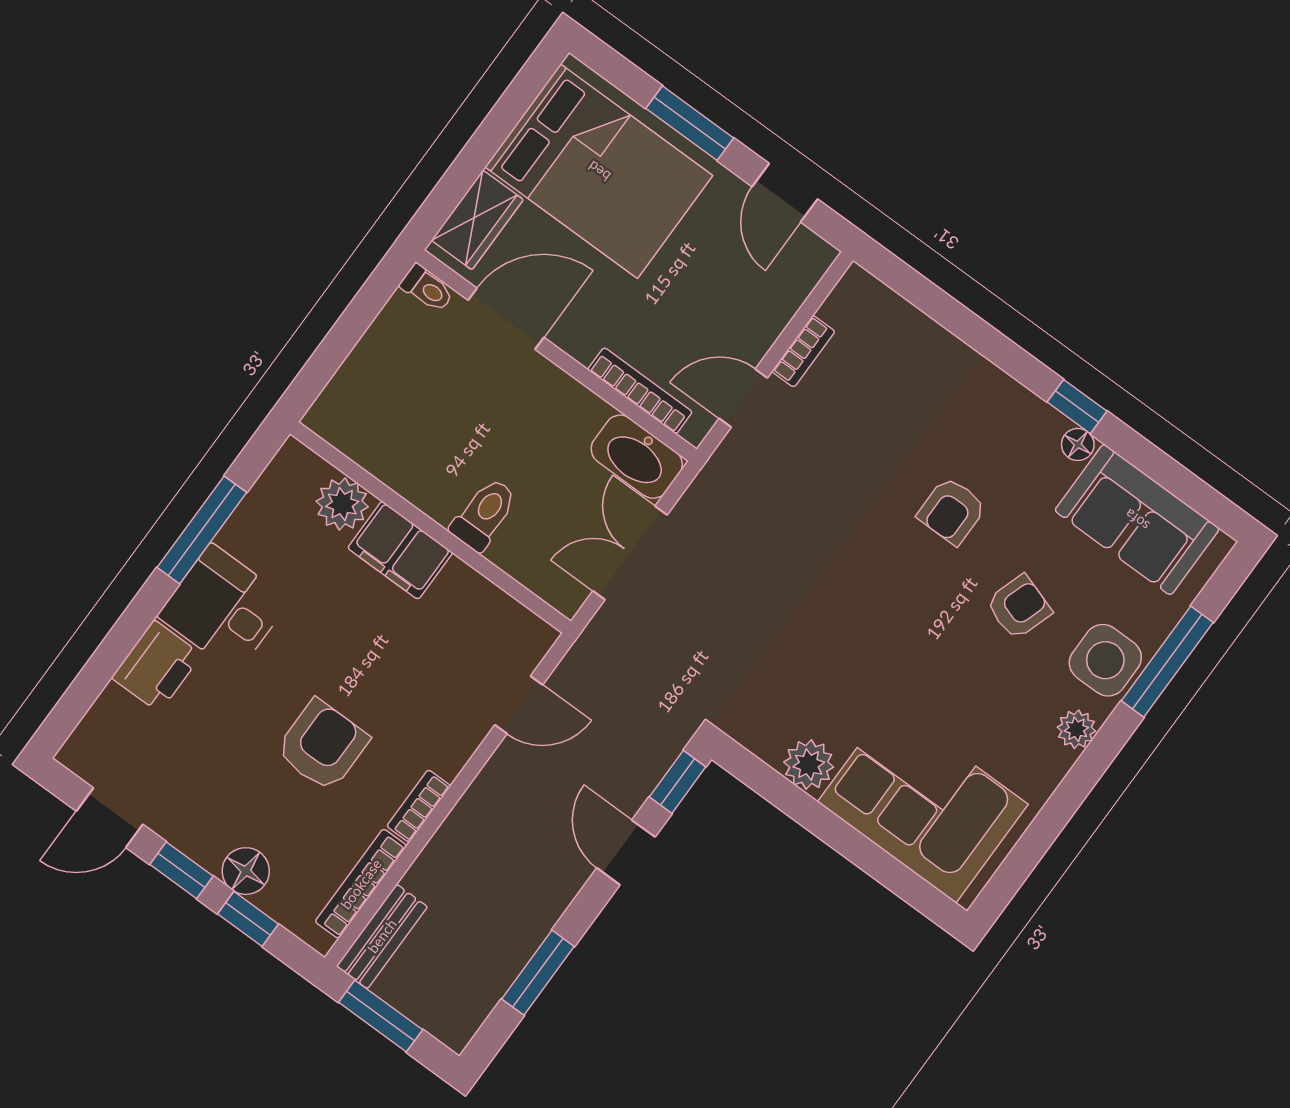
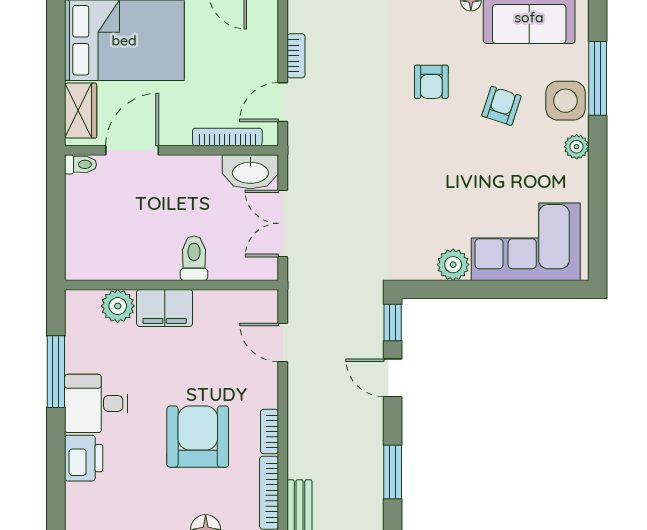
door: (519, 705) -> (283, 343), swing flipped
armchair: (322, 745) -> (198, 437), width x1.36, depth x1.36

